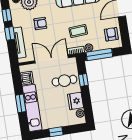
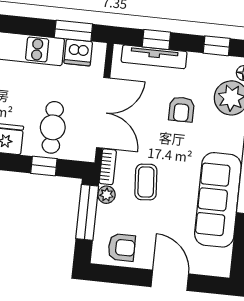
window: (10, 33) -> (156, 39), moved
window: (21, 103) -> (73, 31), moved

